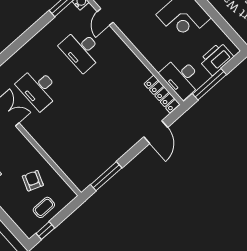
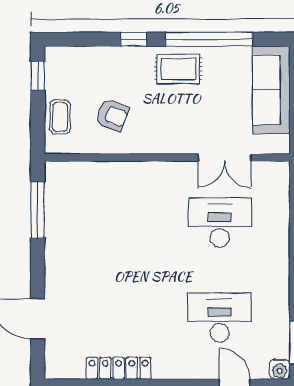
locker: (162, 94) -> (119, 368), moved
coffee table: (44, 207) -> (60, 117), moved

